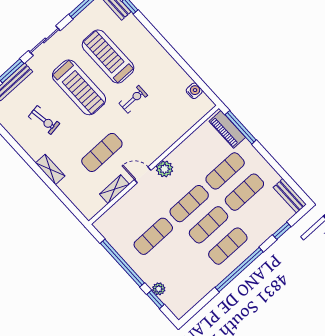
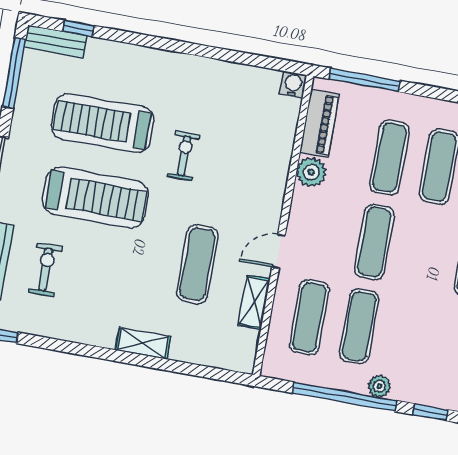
water cooler: (194, 91) -> (293, 85), moved
exercise bike: (44, 120) -> (46, 270), moved, turned -81
piano: (227, 129) -> (319, 123), moved, turned -90
plant: (165, 169) -> (311, 172), moved
exercise mat: (208, 225) -> (309, 317), moved
plant: (159, 289) -> (379, 386), moved

